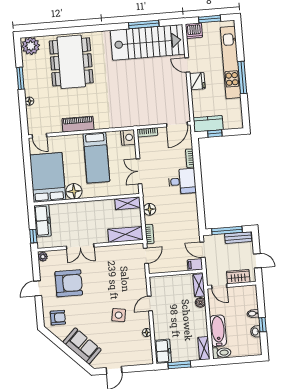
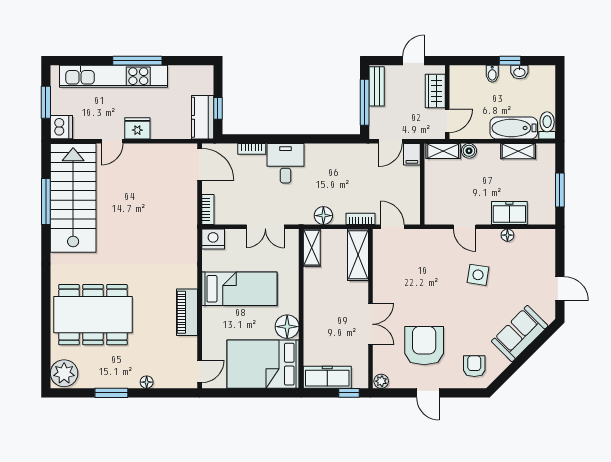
shelving: (204, 348) -> (518, 151), moved
freezer: (163, 351) -> (509, 213), moved

